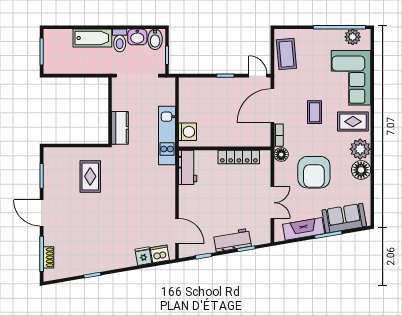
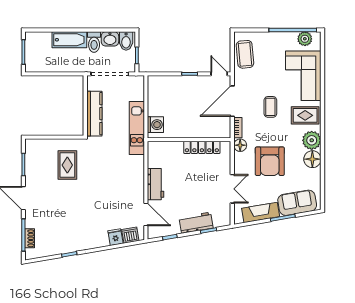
kitchen counter: (120, 128) -> (94, 114), width x1.50
workbench: (188, 167) -> (156, 184), moved

